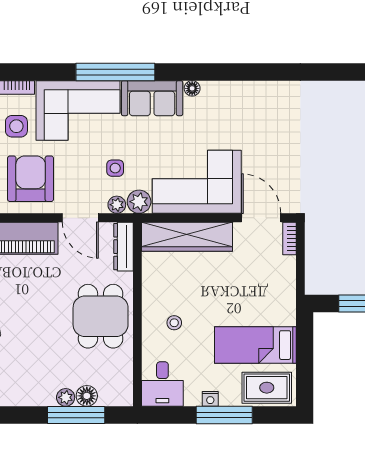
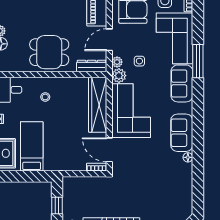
window: (115, 72) -> (198, 61), width x0.68
floor lamp: (192, 88) -> (188, 157), moved
sofa: (233, 98) -> (182, 133), added
door: (261, 218) -> (109, 150), swing flipped

